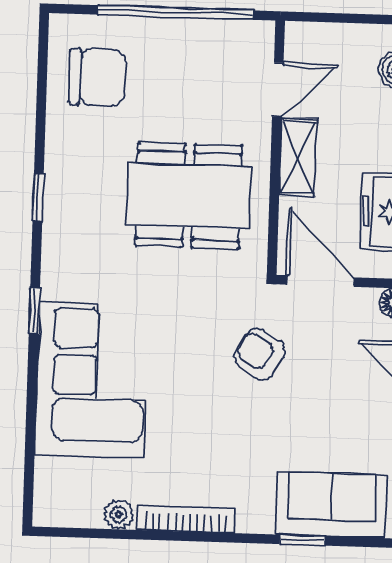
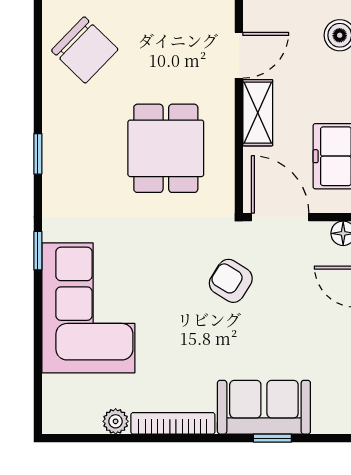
chair: (97, 77) -> (85, 50), turned 44
dining table: (189, 196) -> (166, 148), width x0.73
sofa: (332, 505) -> (264, 407), moved

